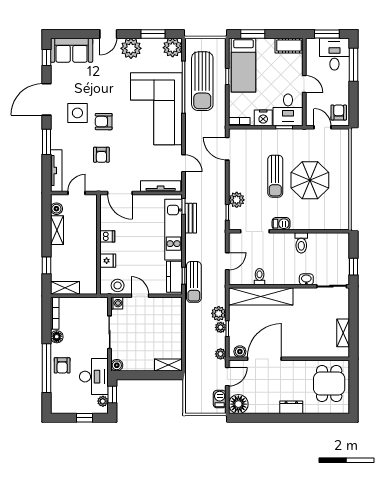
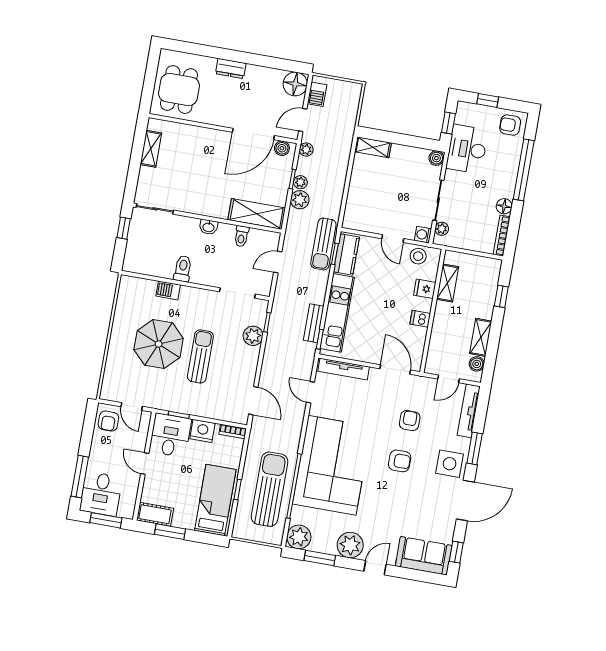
window: (253, 34) -> (170, 532), moved
side table: (77, 113) -> (450, 464), moved
barbecue: (281, 224) -> (168, 290), moved
washbasin: (306, 279) -> (209, 227), moved
sun lounger: (194, 282) -> (323, 244), turned 180
shelving: (65, 288) -> (448, 283), moved, turned 90
shelving: (261, 296) -> (257, 214), width x0.68
armchair: (62, 365) -> (510, 125), moved, turned -90
plant: (103, 401) -> (442, 229), moved

